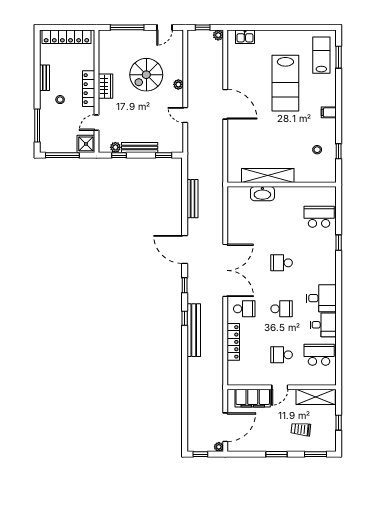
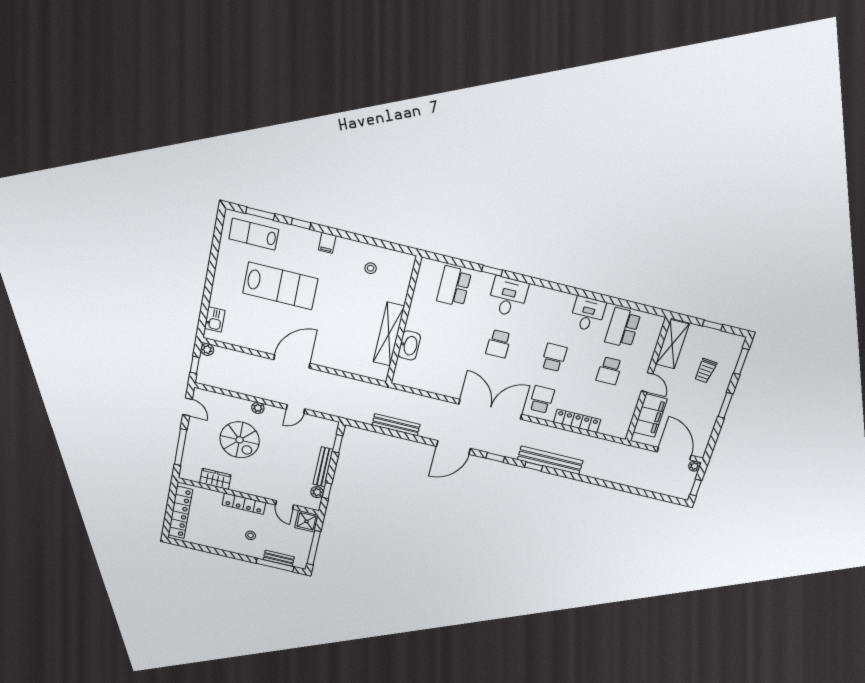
bench: (44, 78) -> (279, 558), moved
wardrobe: (105, 86) -> (215, 479), moved
window: (339, 151) -> (301, 224), moved
desk: (321, 298) -> (508, 297), moved

